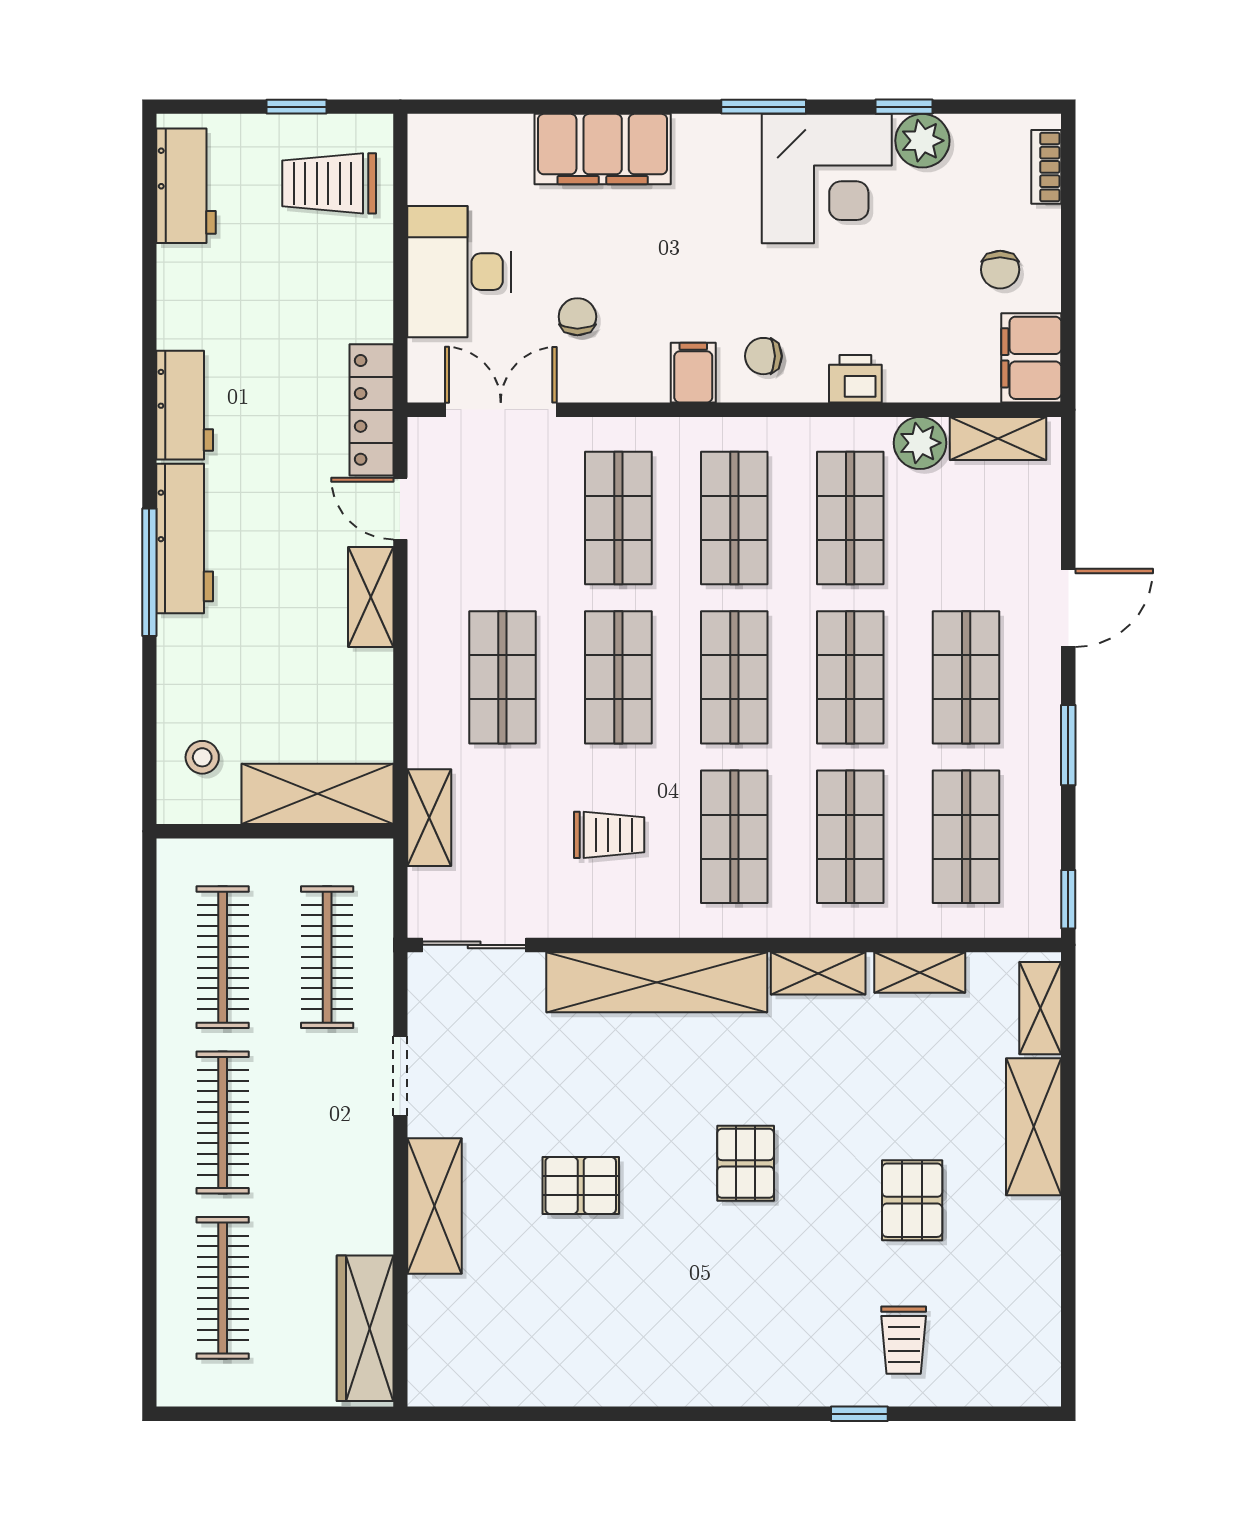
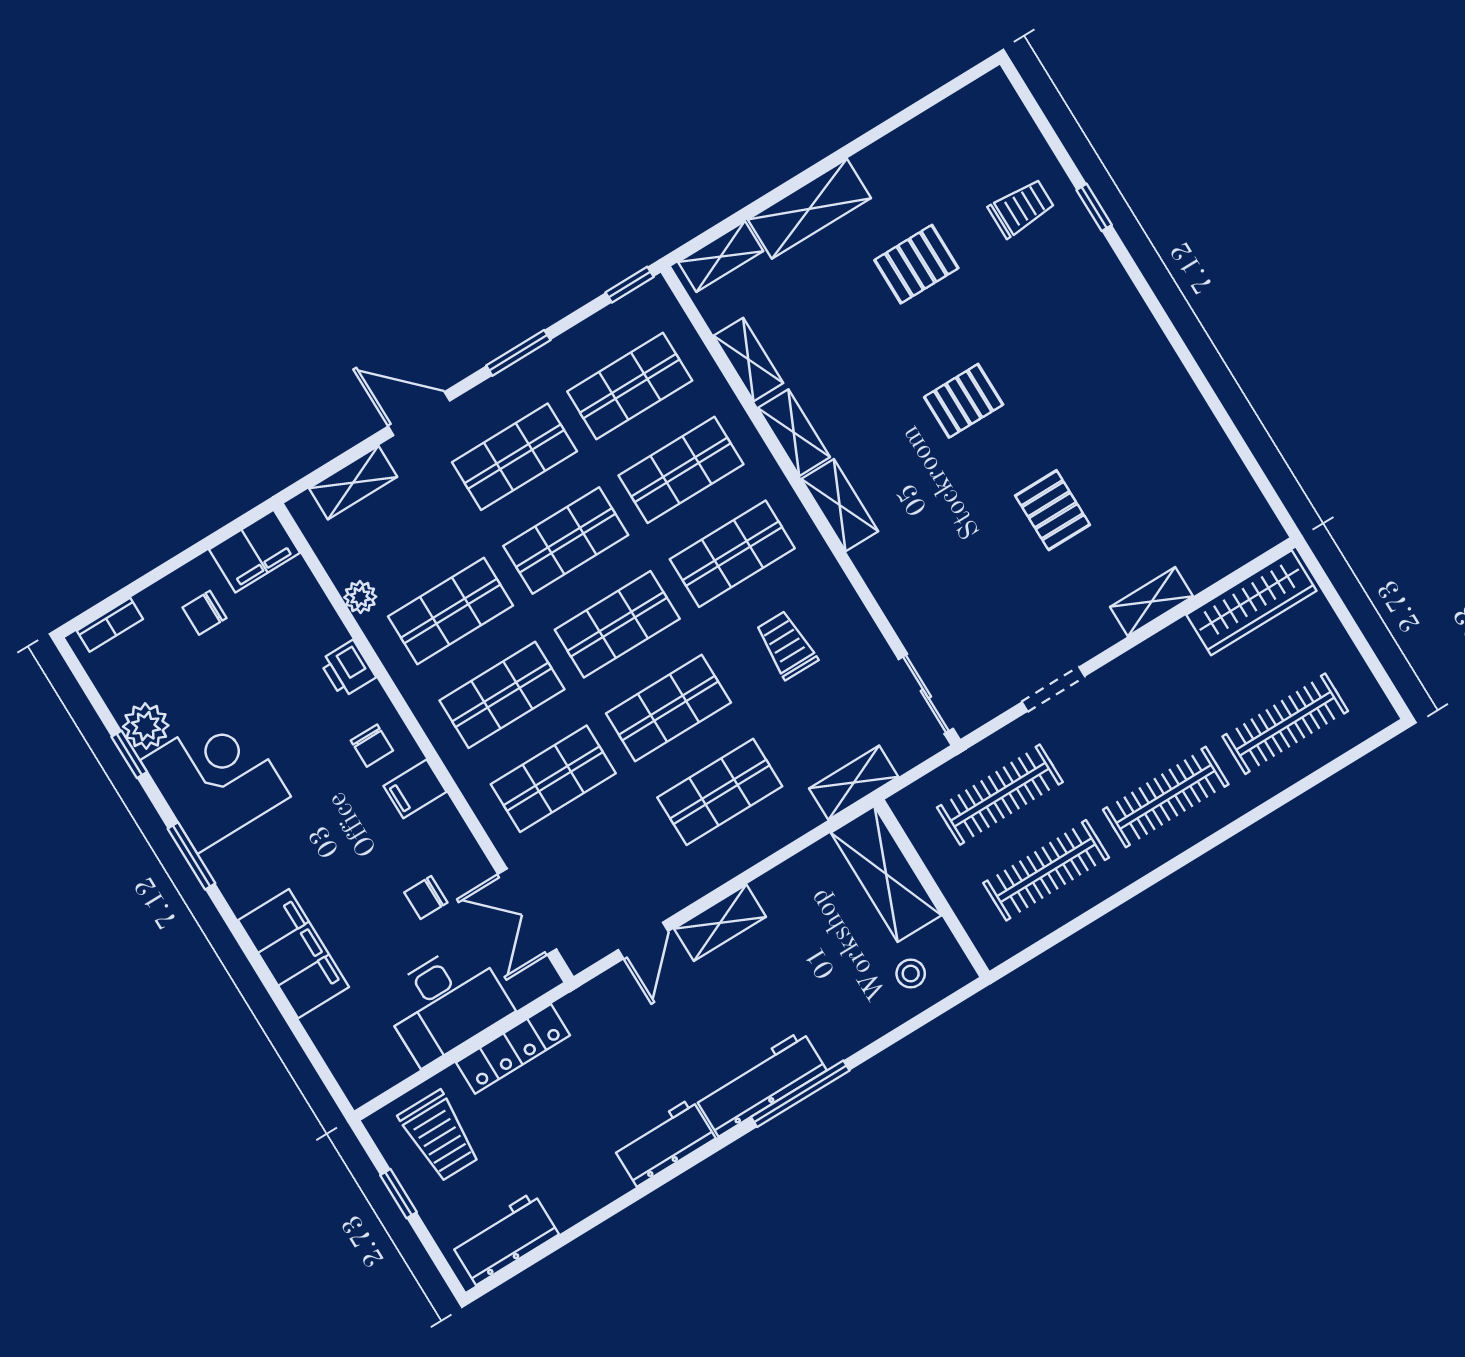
chair: (1000, 270) -> (205, 613), turned 180
locker: (371, 410) -> (513, 1049), moved
shelving: (998, 438) -> (353, 483), moved, turned 90
plant: (920, 443) -> (360, 597), width x0.73, depth x0.73
shelving: (657, 982) -> (840, 505), width x0.45, depth x0.75
shelving: (435, 1206) -> (1152, 602), width x0.67, depth x0.75

